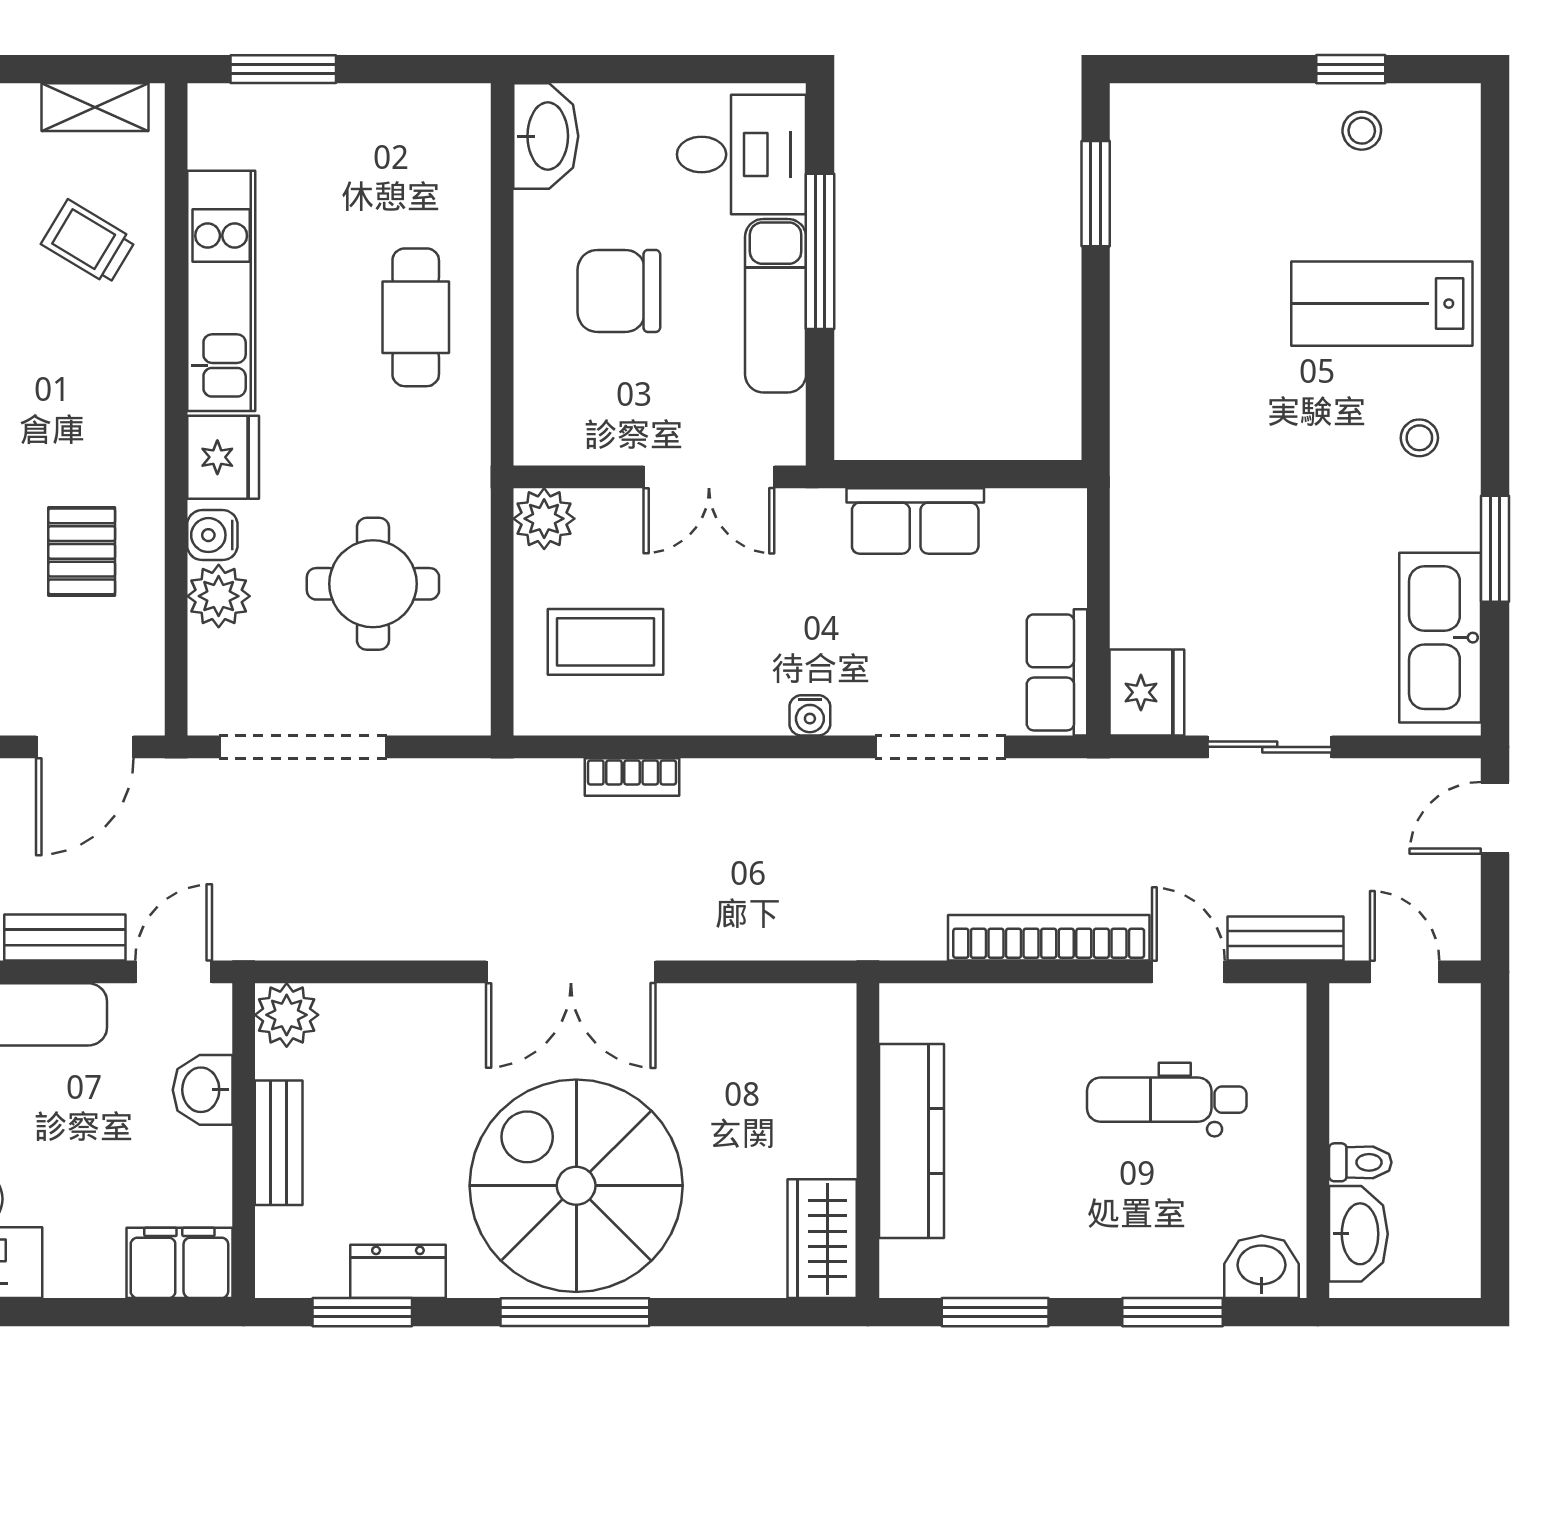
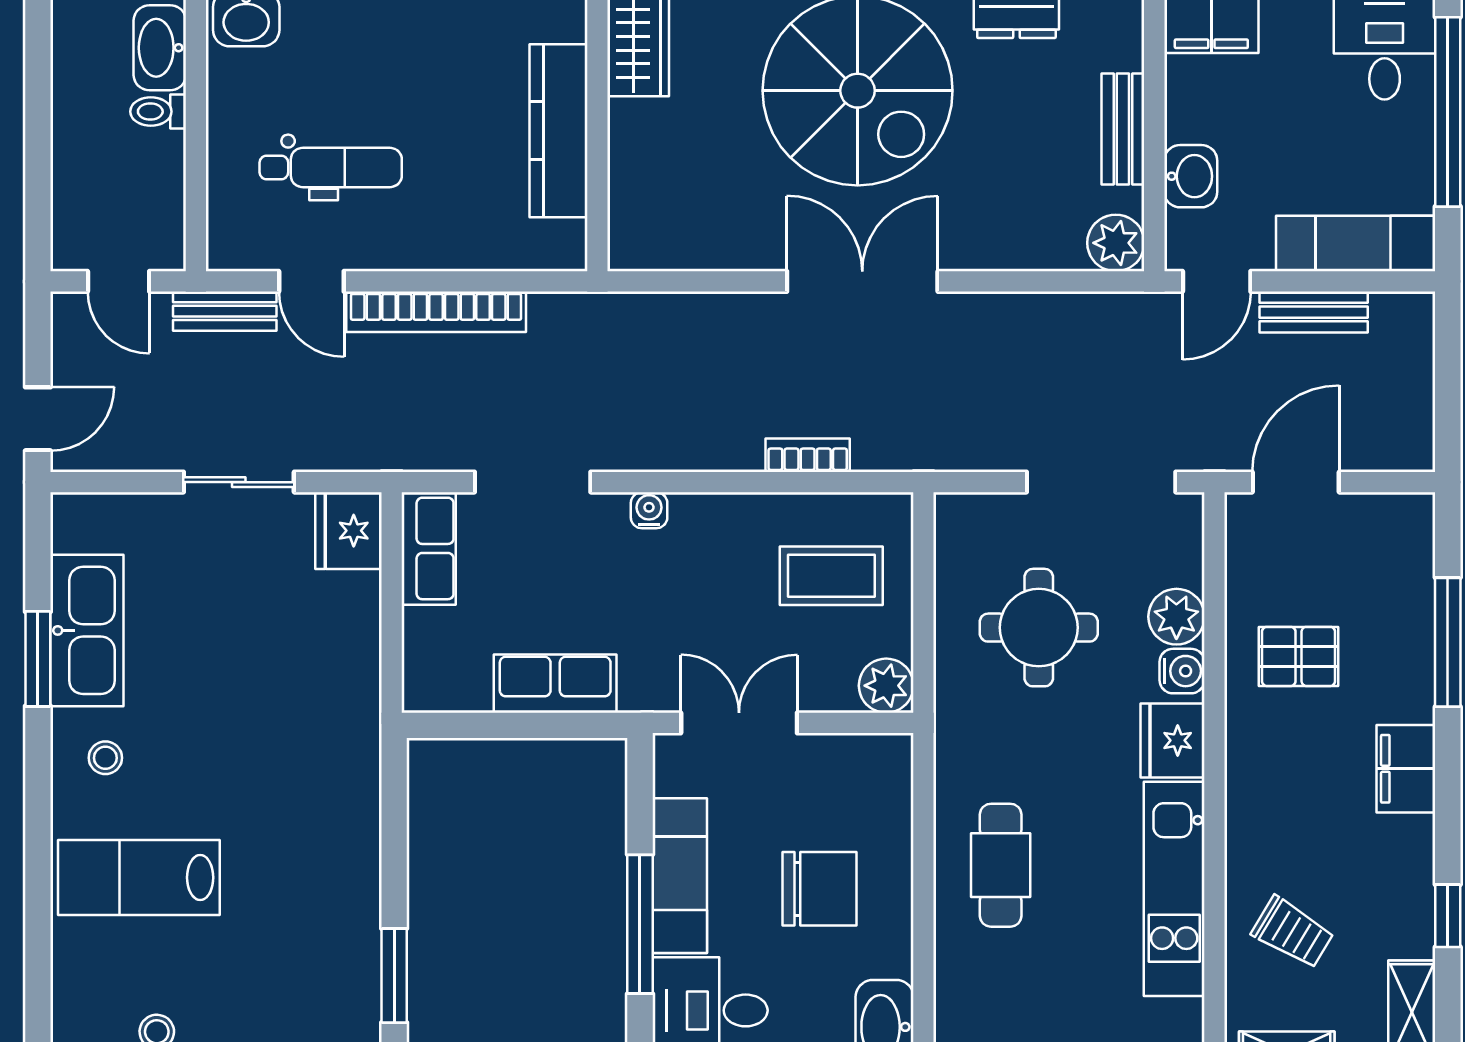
lab bench: (1382, 304) -> (139, 878), turned 180
pallet: (82, 551) -> (1299, 656), turned 90
kitchen sink: (1440, 638) -> (87, 630), moved

